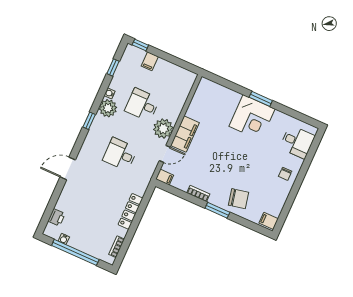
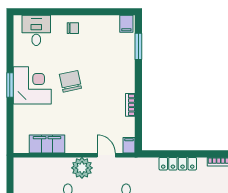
filing cabinet: (185, 134) -> (47, 144), moved
chair: (238, 199) -> (70, 81), moved
window: (217, 210) -> (138, 46), moved

